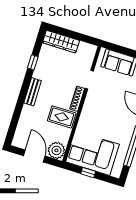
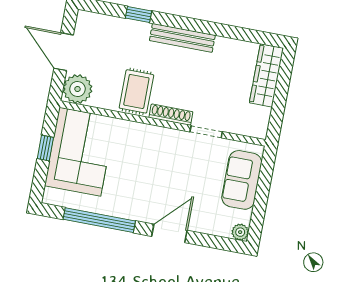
window: (33, 62) -> (139, 14), moved
bench: (33, 92) -> (182, 38), width x1.36
door: (34, 156) -> (64, 52), swing flipped

